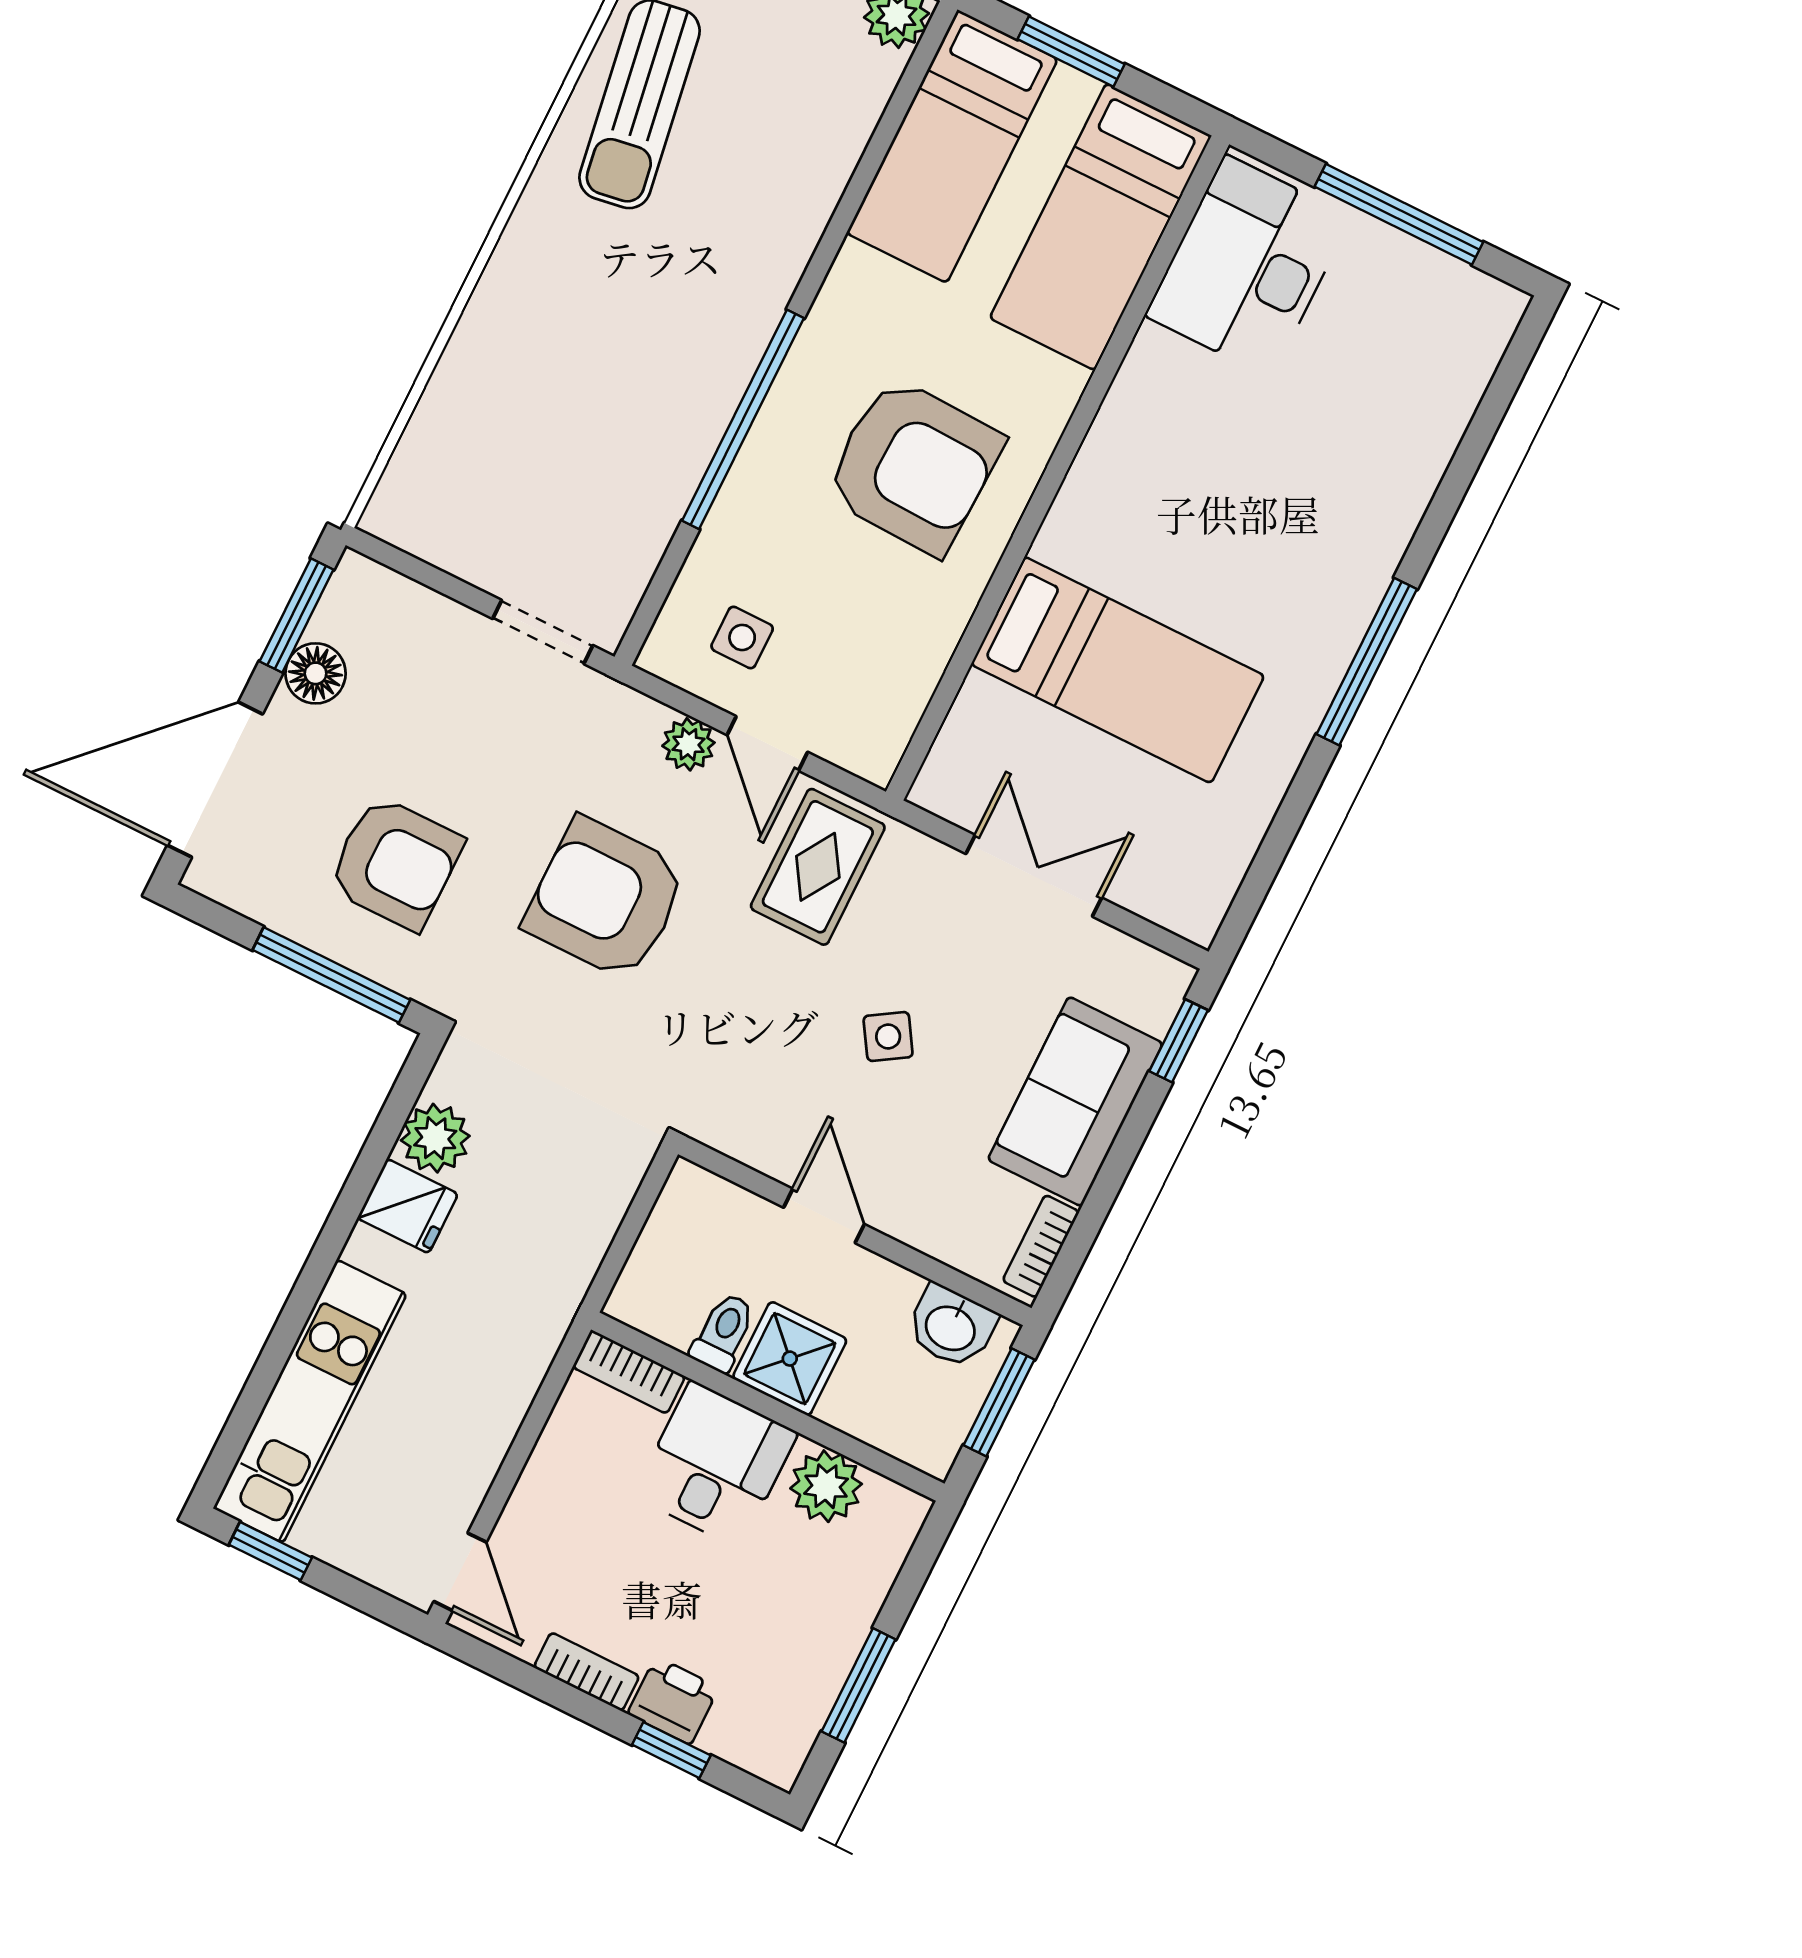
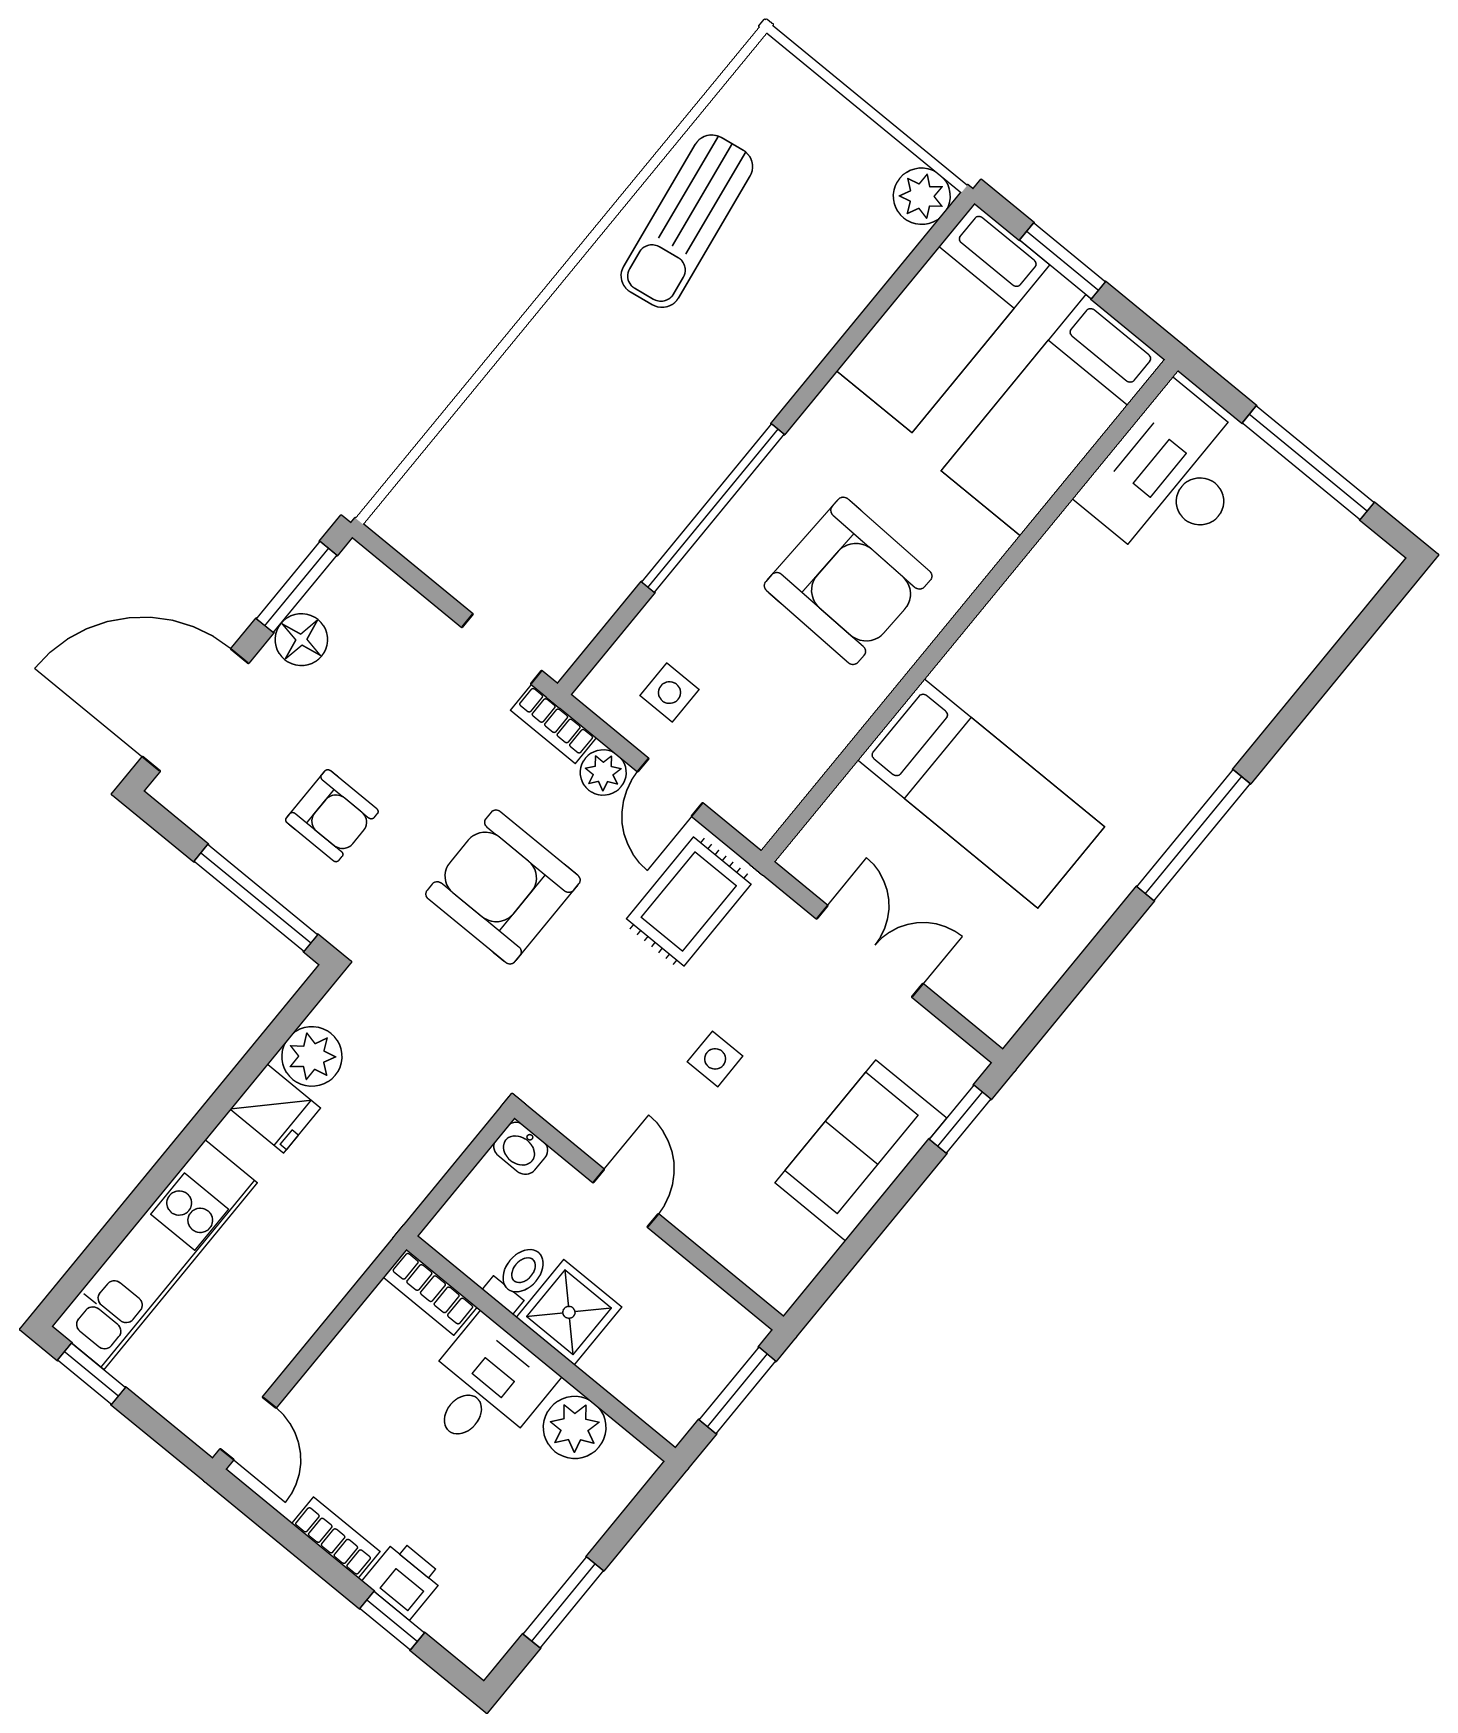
armchair: (395, 863) -> (332, 816), width x0.72, depth x0.72
side table: (888, 1037) -> (715, 1059), turned 32
bookcase: (1041, 1246) -> (554, 724), moved, turned -90
washbasin: (951, 1327) -> (521, 1148), moved, width x0.72, depth x0.69

